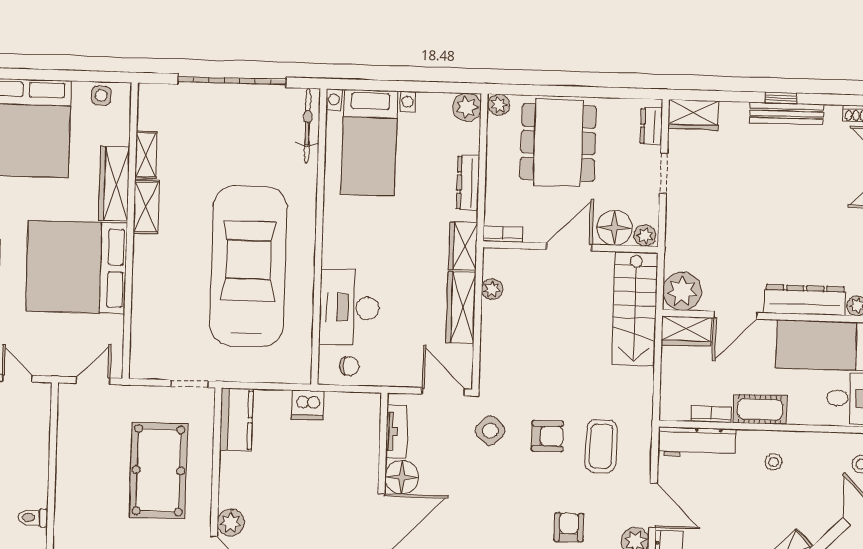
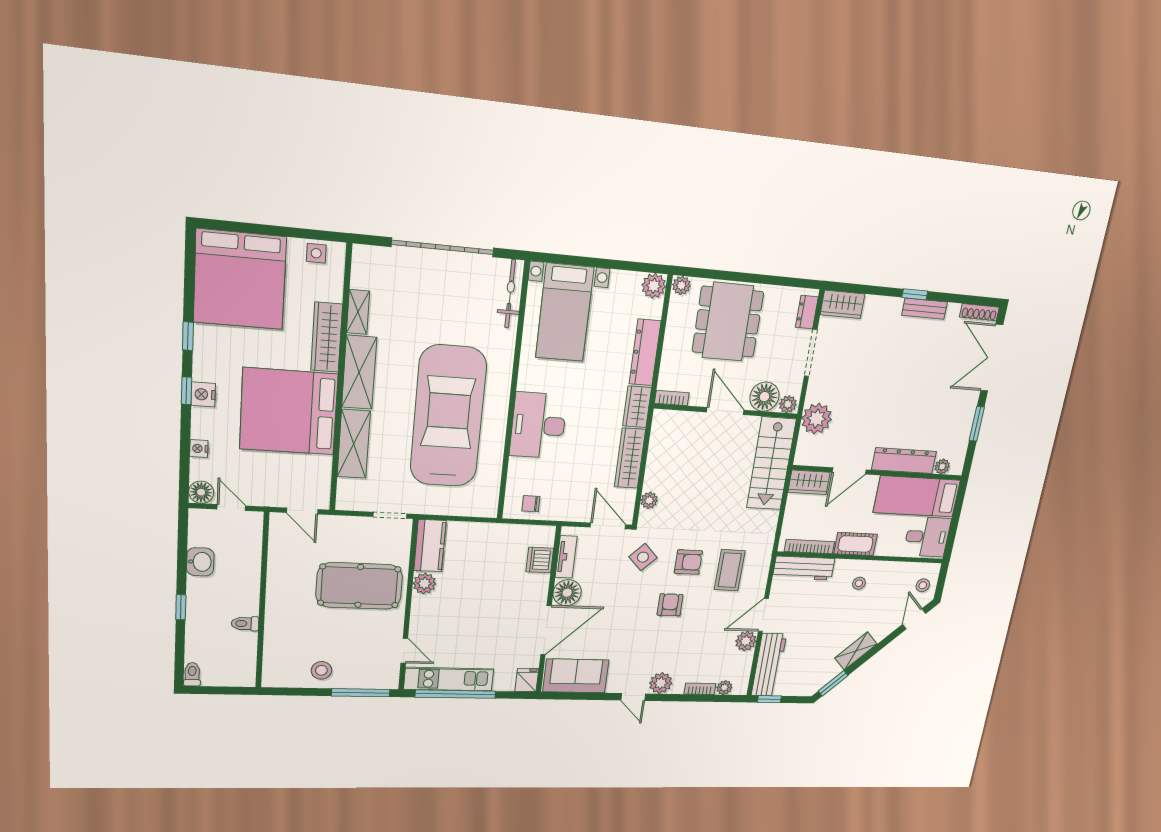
bench: (787, 113) -> (925, 309), width x0.73
doorway: (664, 173) -> (811, 353), width x1.38
dresser: (468, 183) -> (645, 353), width x1.37, depth x1.24
shelving: (146, 207) -> (359, 372), width x1.50, depth x1.33
door: (569, 247) -> (725, 411), hinge flipped
plant: (492, 289) -> (649, 500), moved
plant: (682, 291) -> (817, 419), moved
shelving: (146, 301) -> (354, 444), added
desk: (349, 308) -> (538, 425), moved
chair: (349, 366) -> (531, 504), turned 180
door: (93, 381) -> (302, 511), swing flipped
dishwasher: (308, 405) -> (540, 560), moved, turned 90
bookcase: (711, 414) -> (809, 547), width x1.56
pool table: (158, 470) -> (359, 586), turned 90
door: (653, 505) -> (763, 615), swing flipped
plant: (231, 523) -> (424, 583), moved
armchair: (569, 527) -> (670, 605), moved

